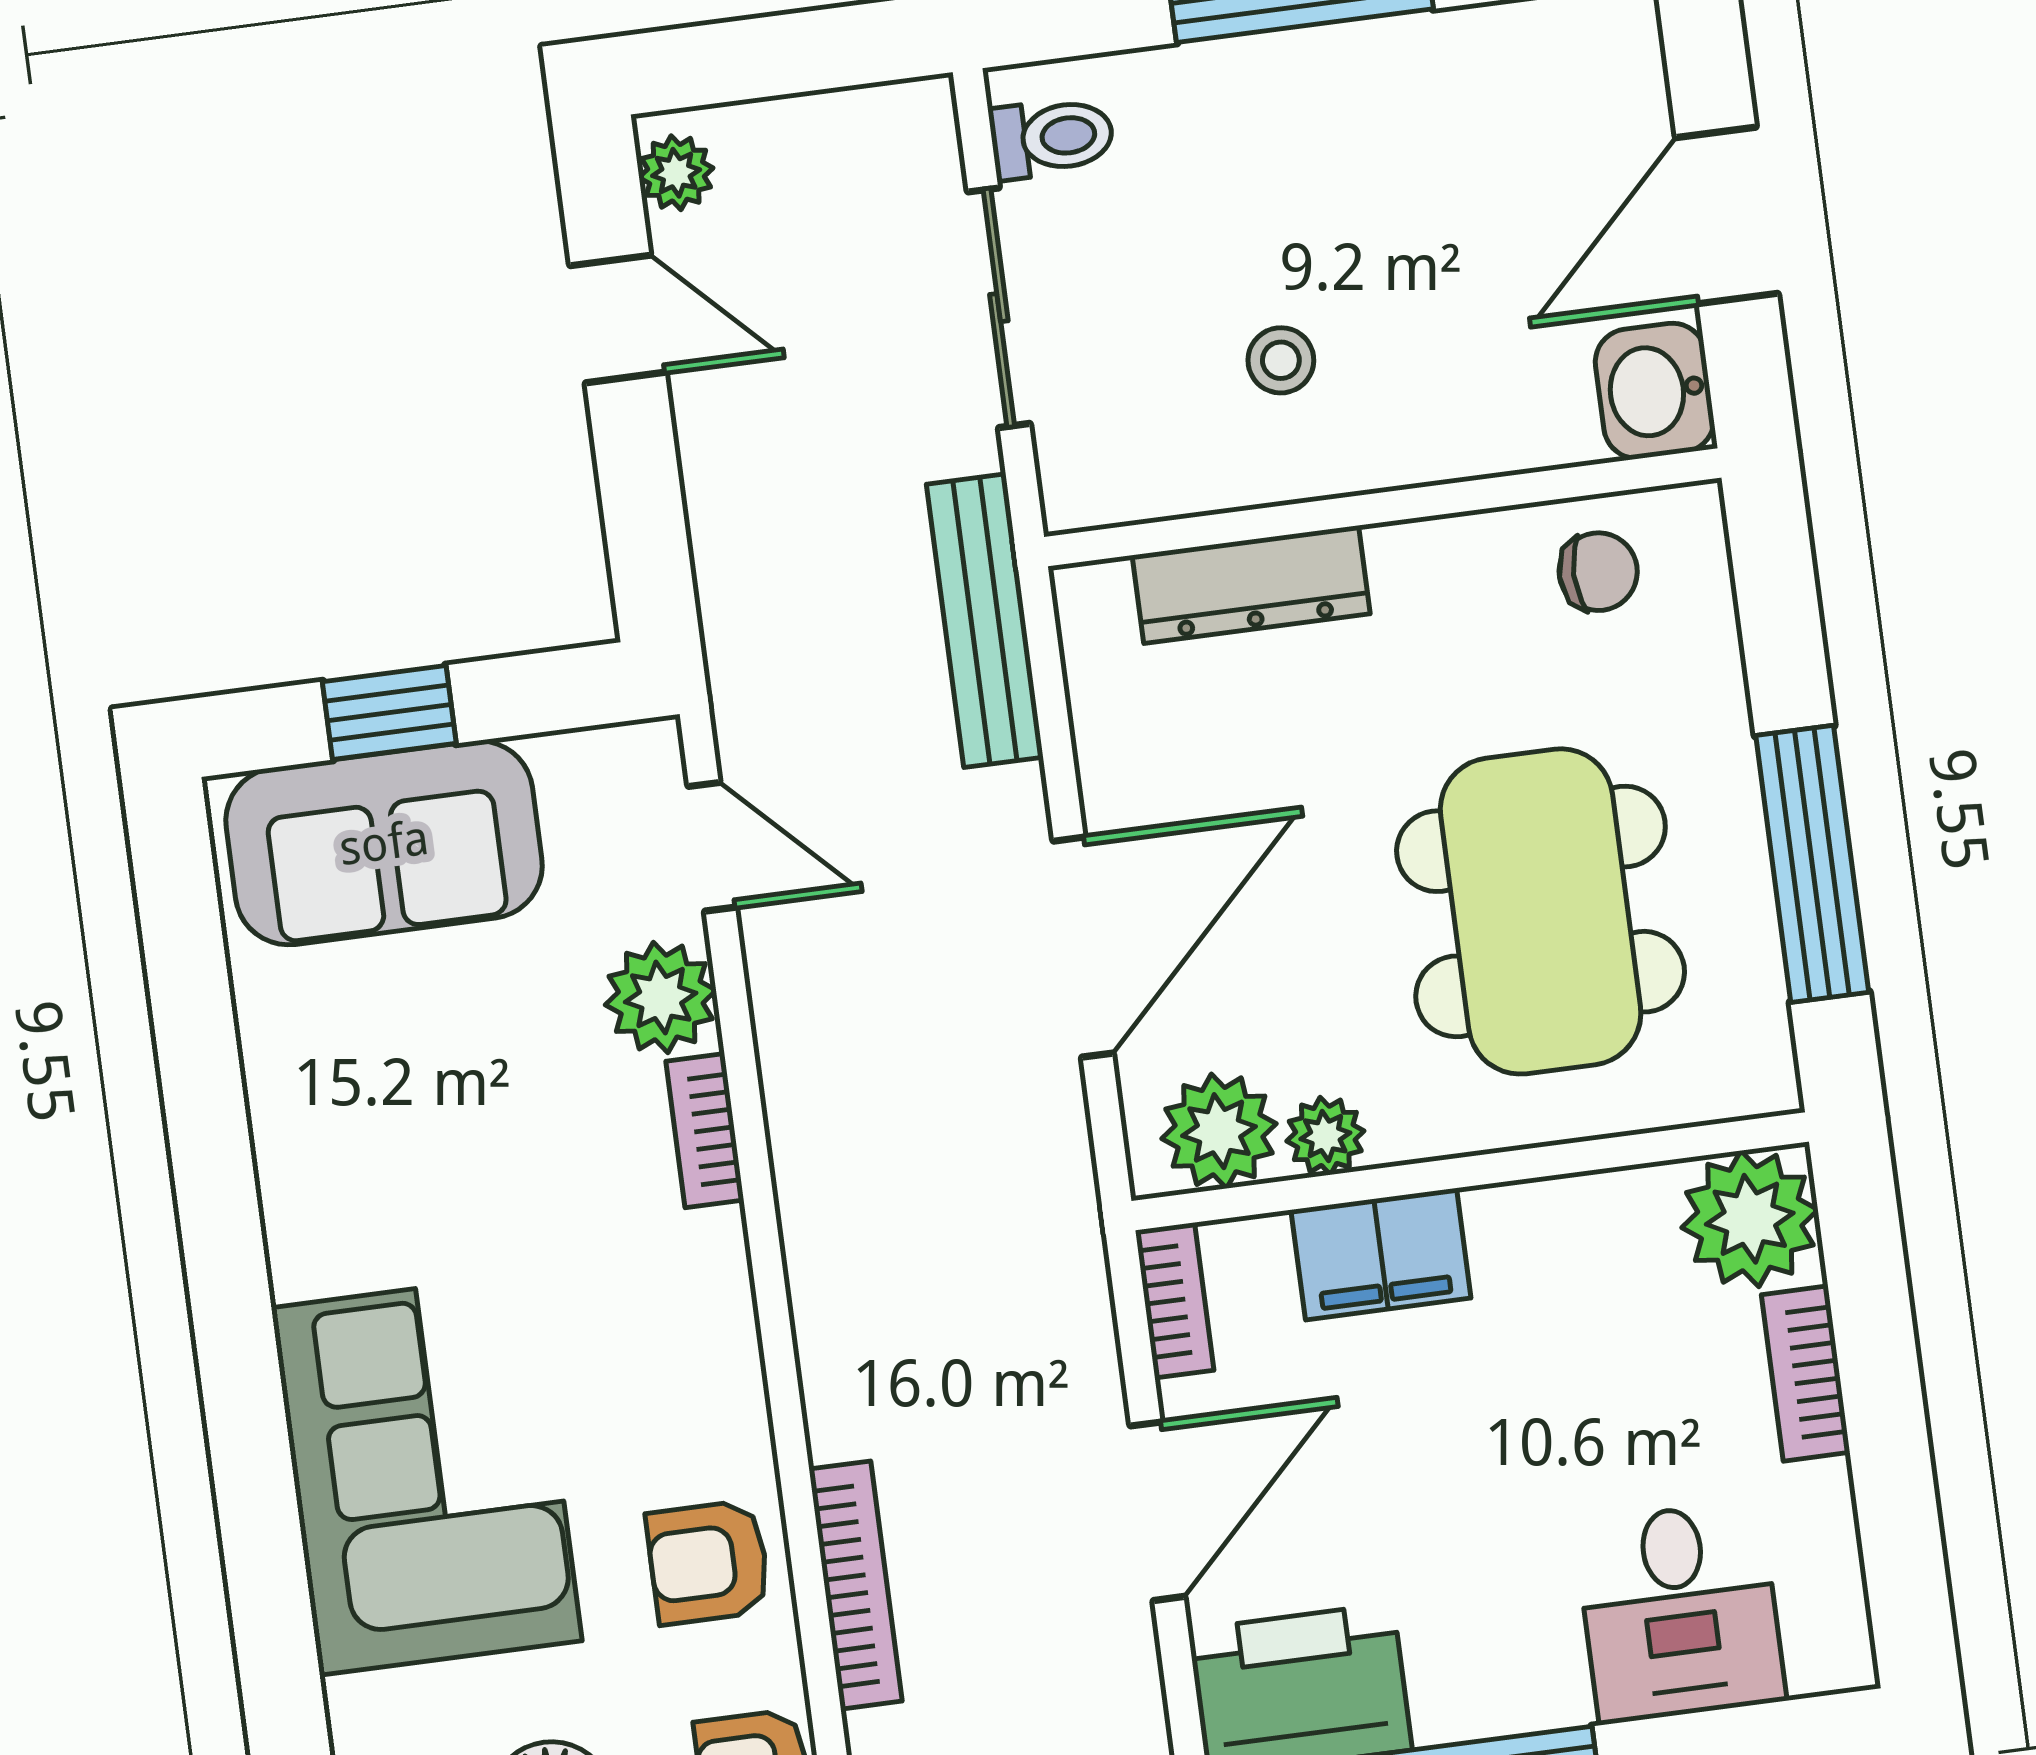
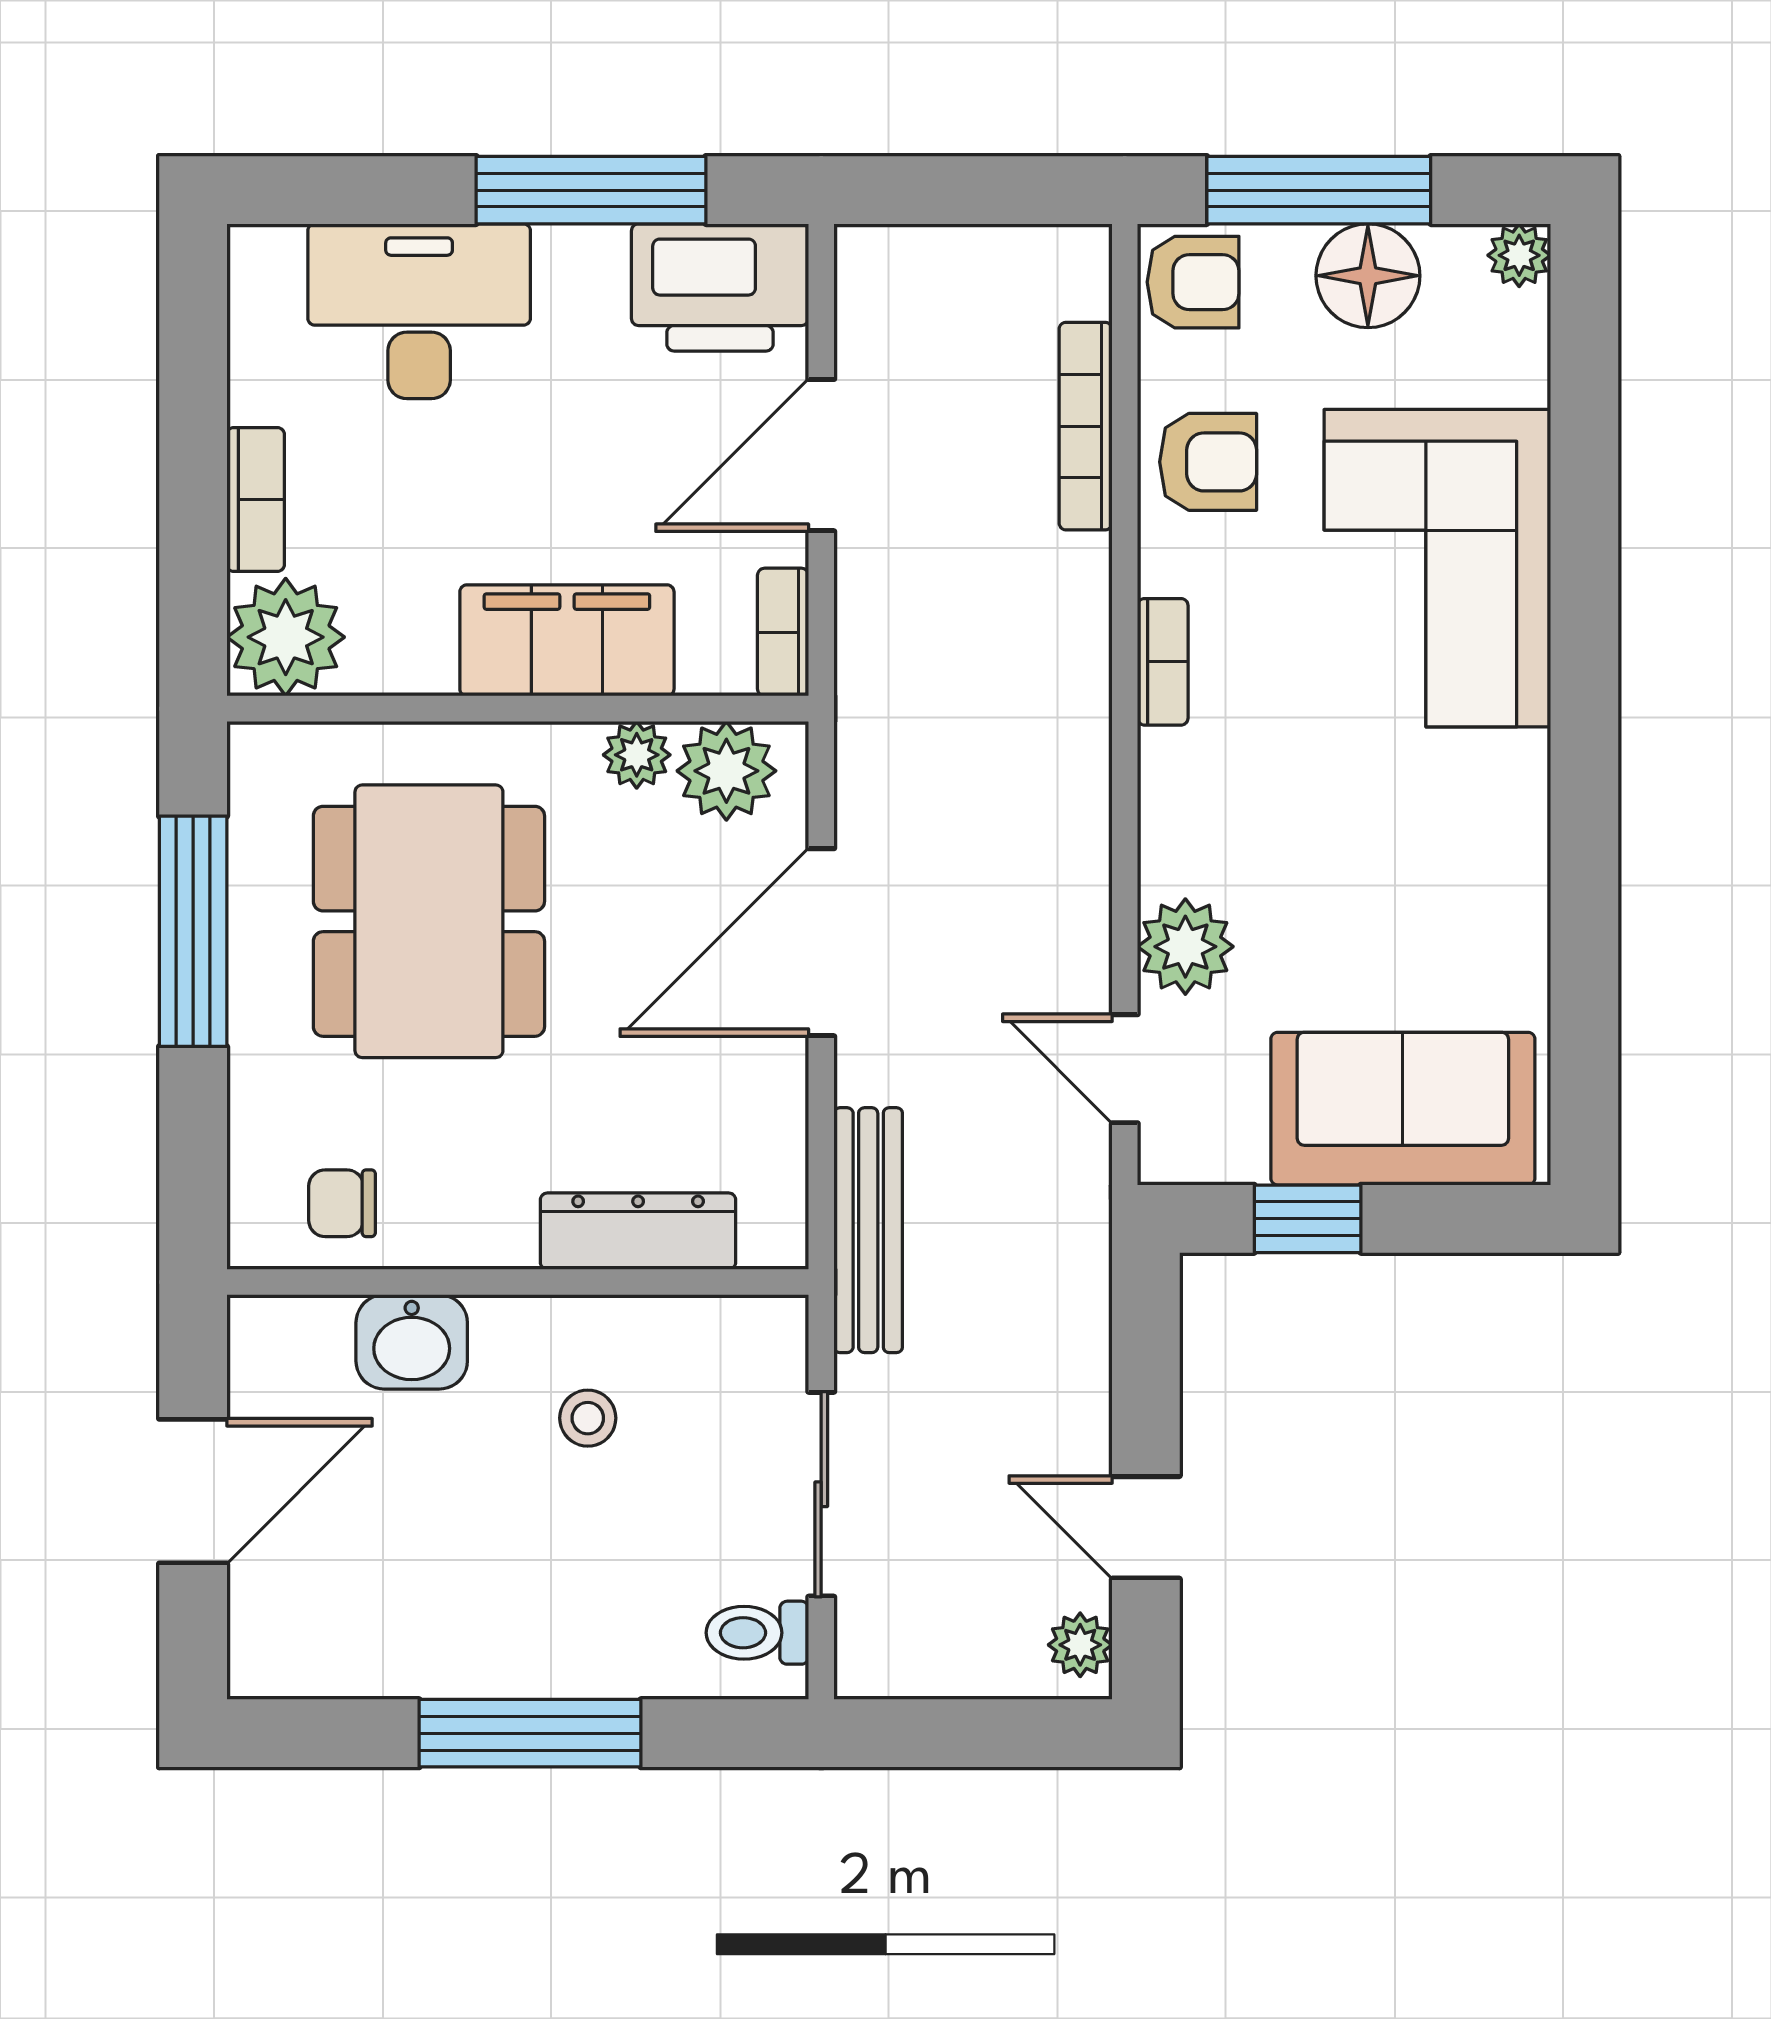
washbasin: (1655, 391) -> (412, 1342), moved, turned 90
window: (389, 713) -> (1308, 1219), moved
bookcase: (705, 1131) -> (1163, 662), moved
filing cabinet: (1381, 1254) -> (567, 640), width x1.50, depth x1.17
desk: (1680, 1612) -> (419, 311), width x1.37

